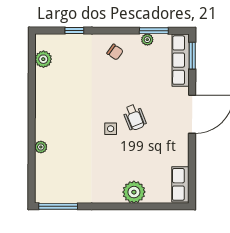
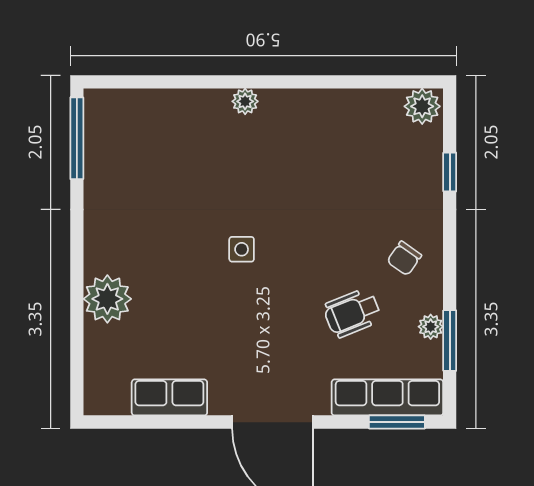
plant: (43, 59) -> (422, 106), moved
wheelchair: (134, 117) -> (352, 313), moved
plant: (41, 147) -> (245, 101), moved
row of seats: (180, 184) -> (169, 397), moved

